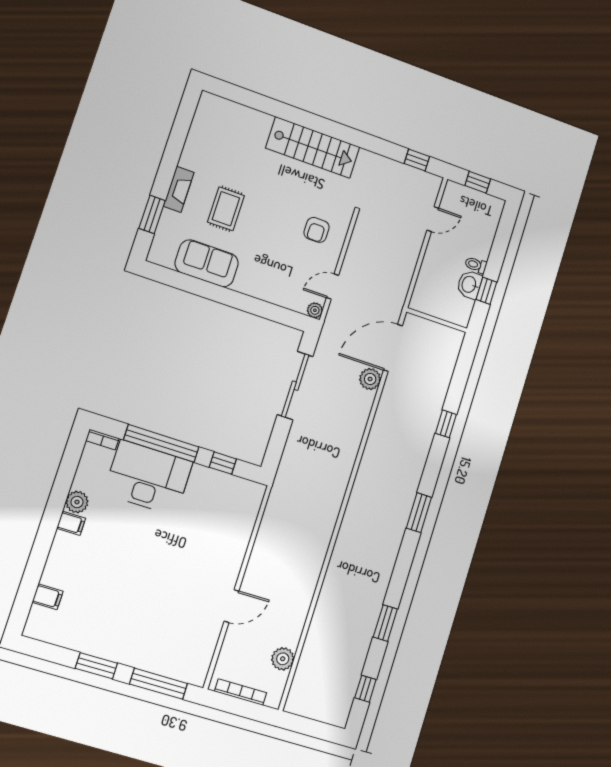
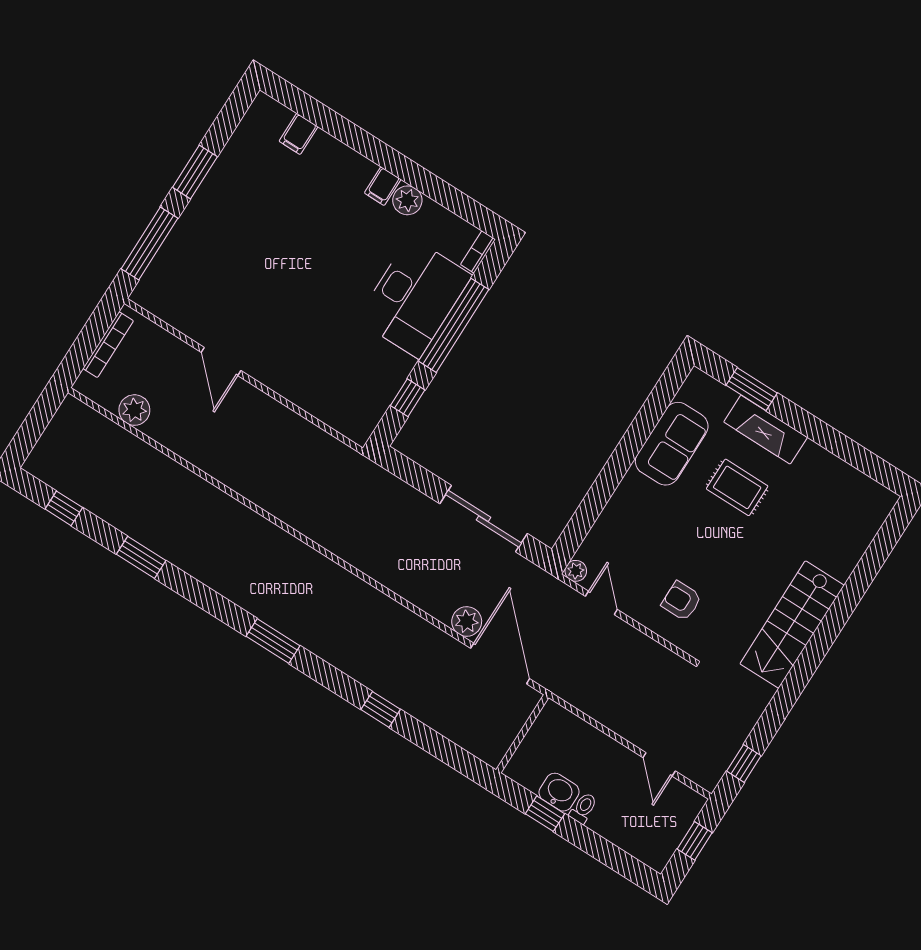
fireplace: (179, 189) -> (766, 430), width x1.37, depth x1.32

